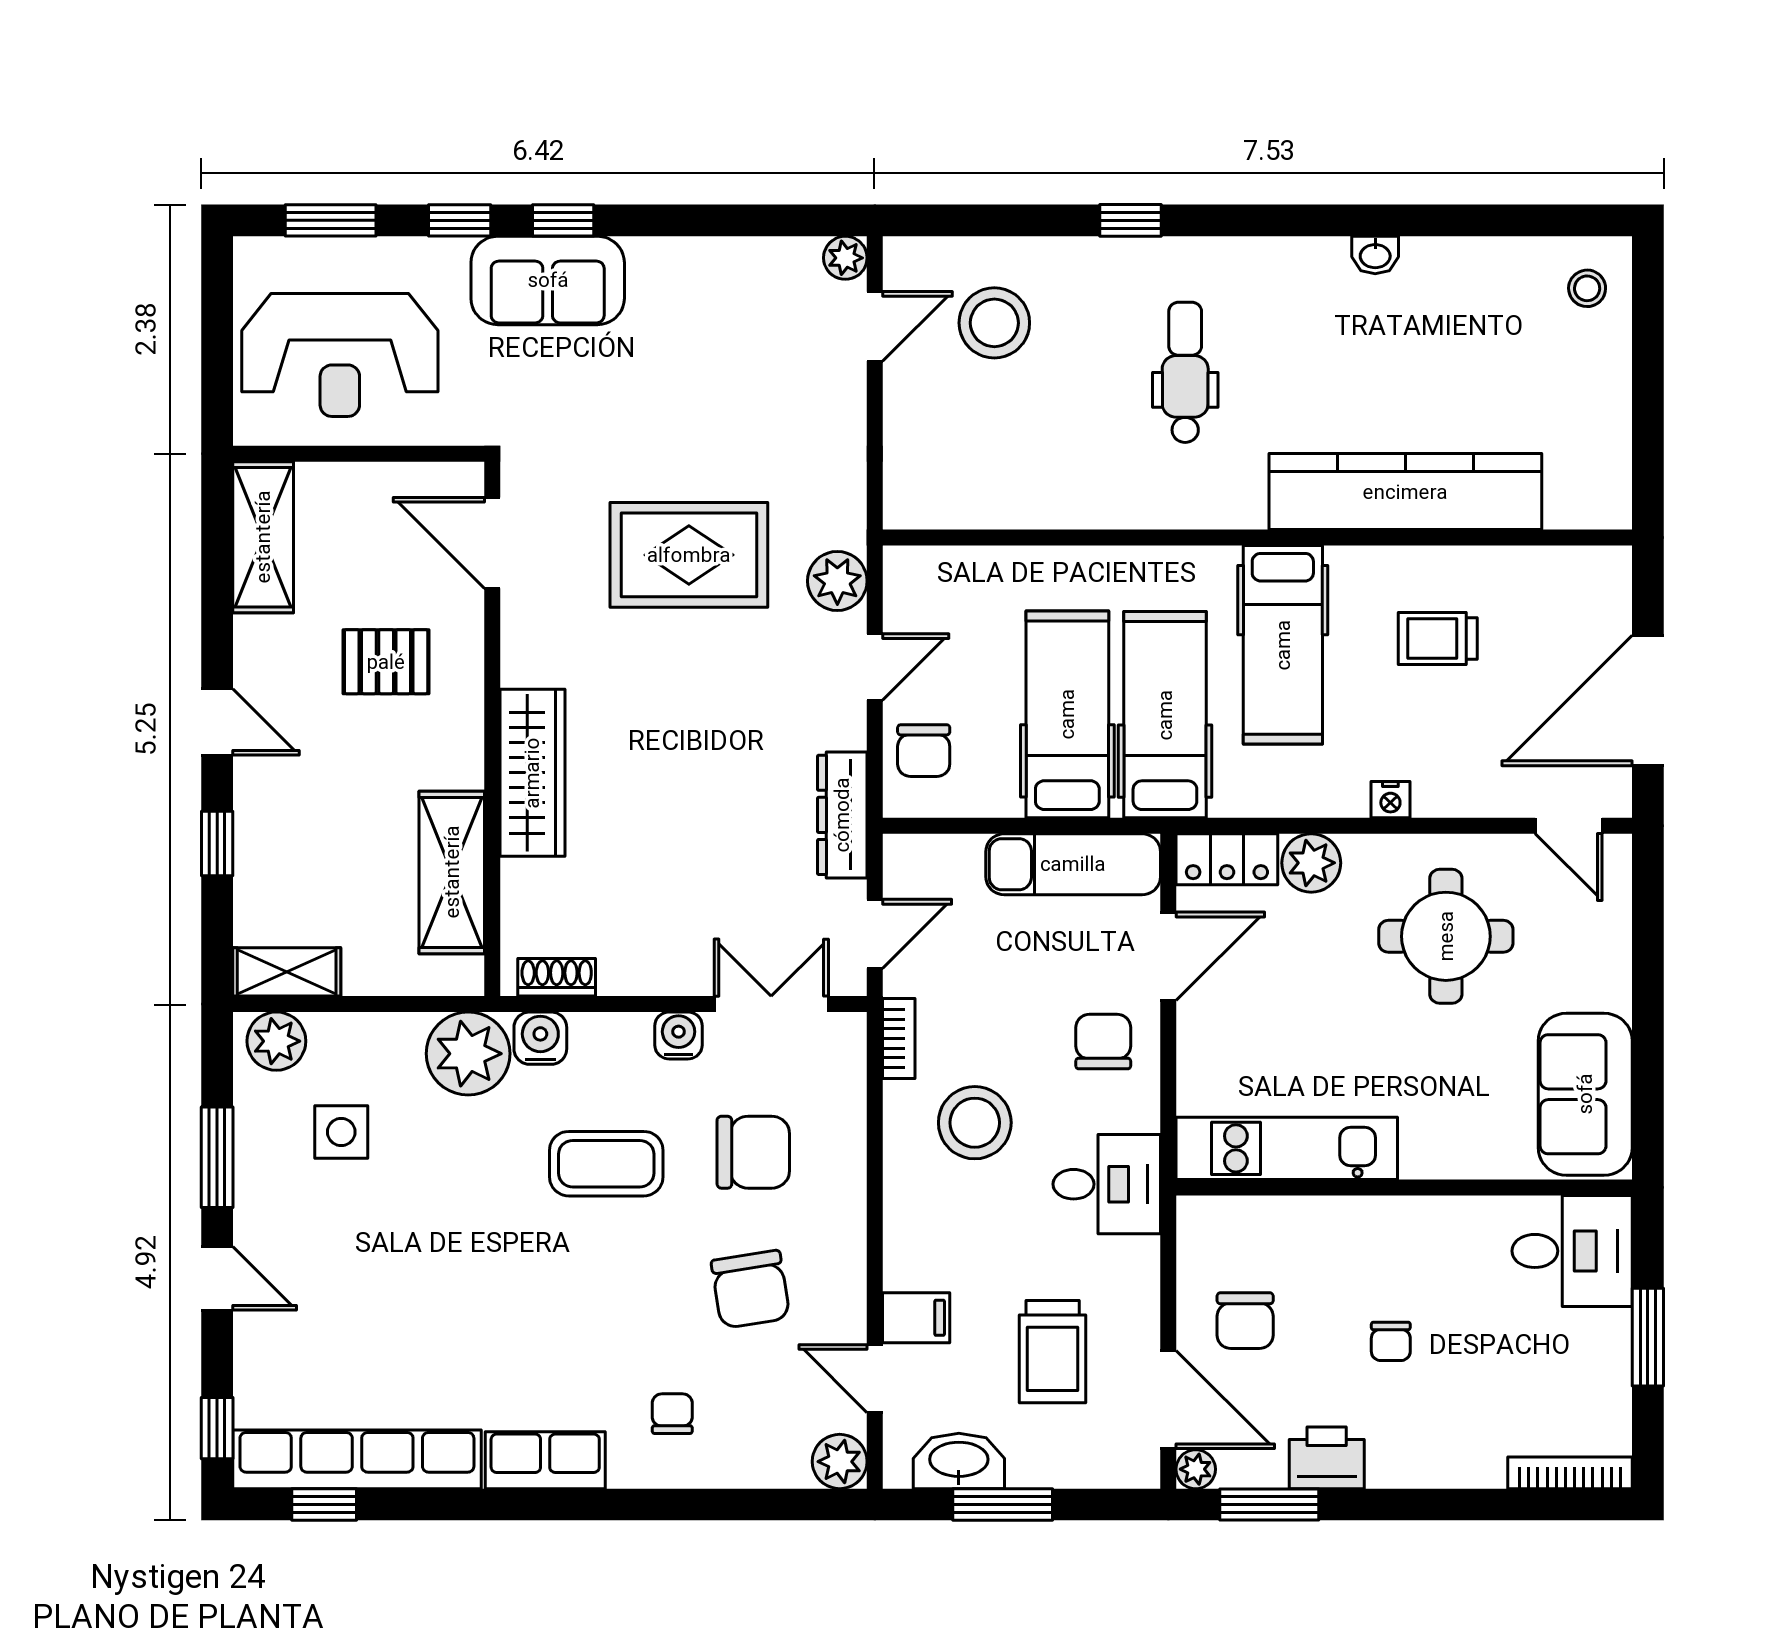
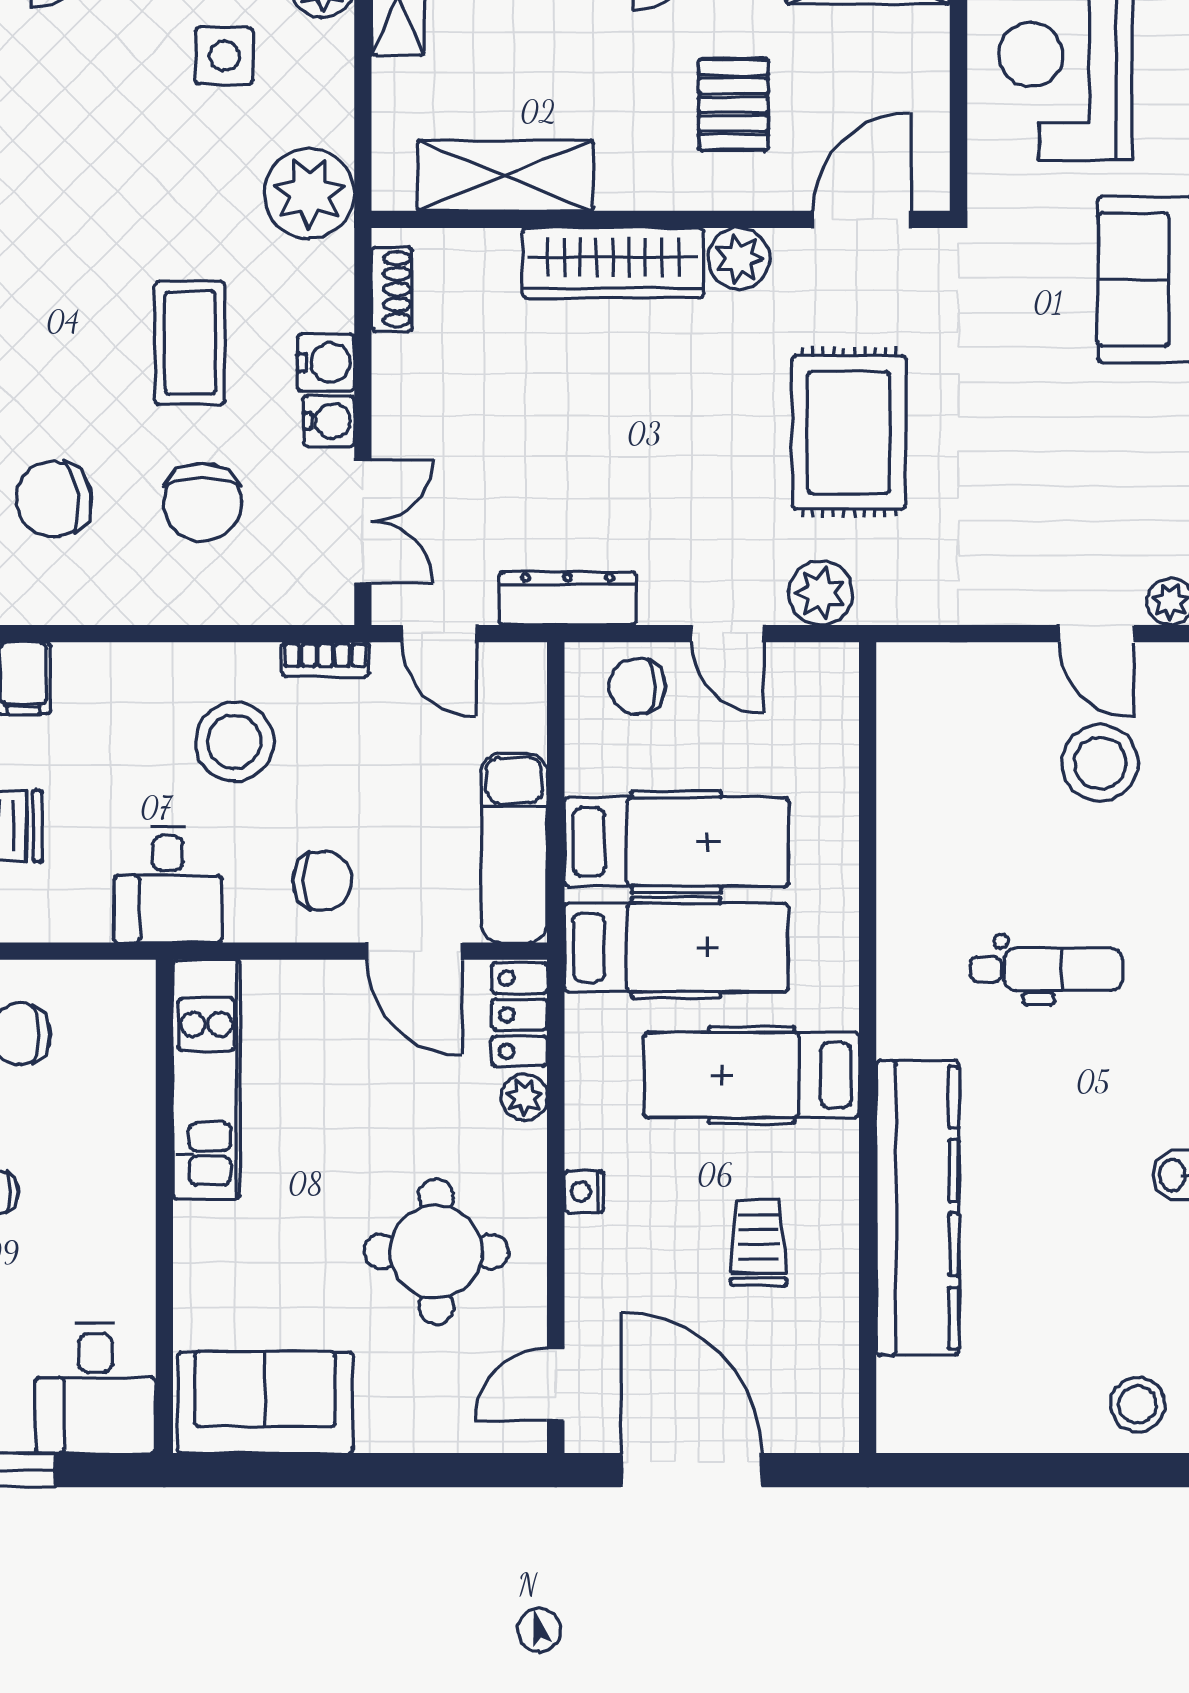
stool: (1587, 288) -> (1137, 1404), width x1.37, depth x1.37
plant: (528, 657) -> (739, 259), added
plant: (1311, 863) -> (524, 1097), width x0.73, depth x0.73
water cooler: (540, 1038) -> (326, 362), moved

